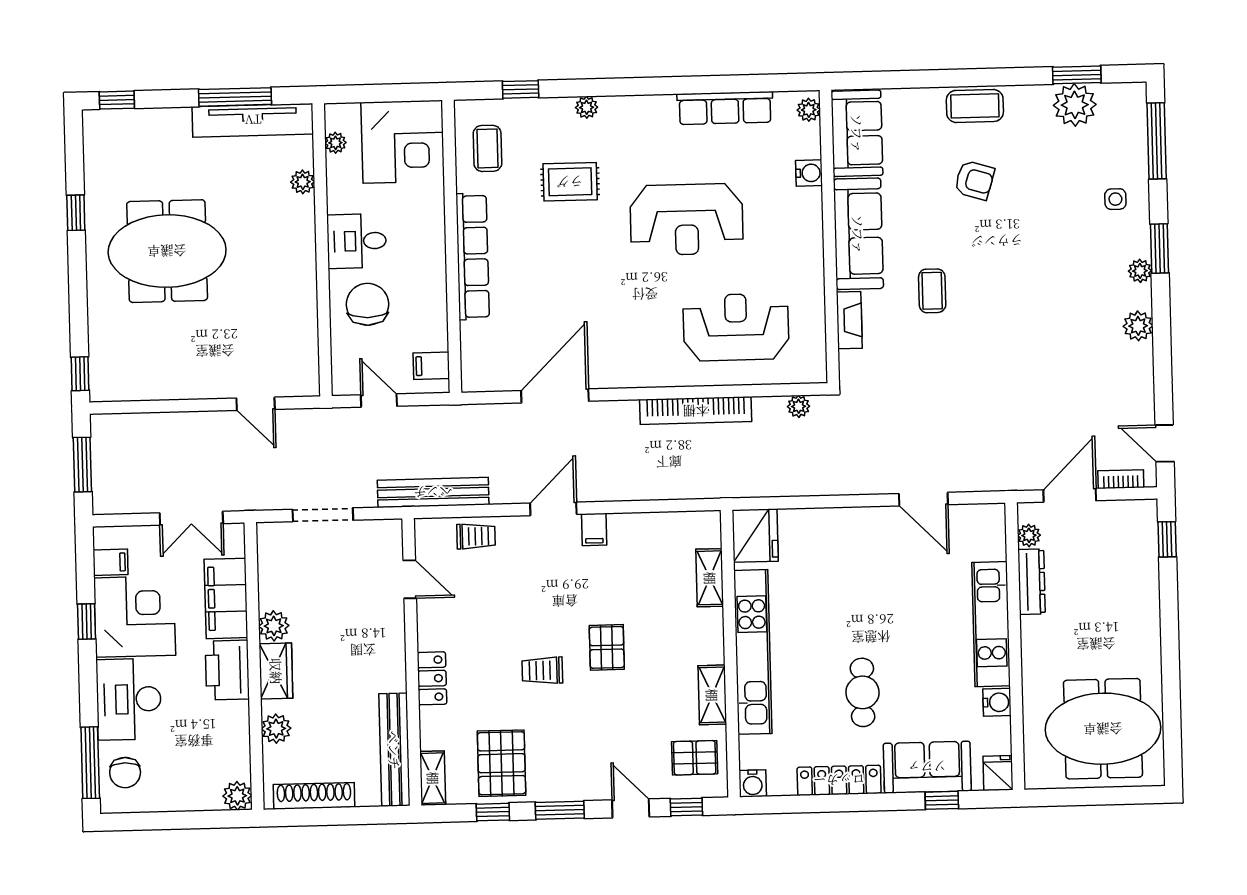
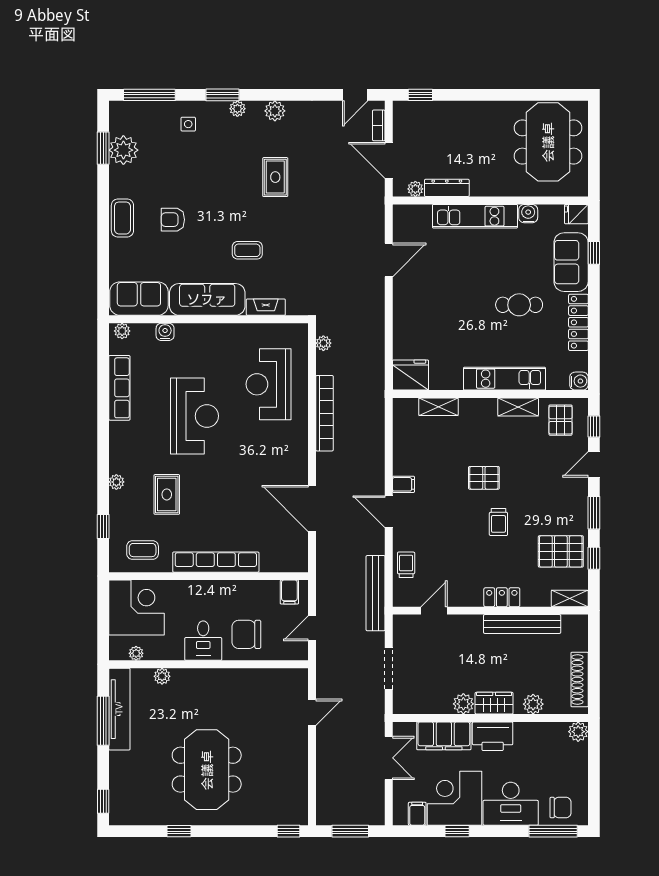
armchair: (974, 180) -> (173, 220), turned -107
rug: (1041, 329) -> (275, 177), added
kitchen unit: (753, 652) -> (504, 379), width x0.73
bench: (394, 750) -> (522, 624), moved

